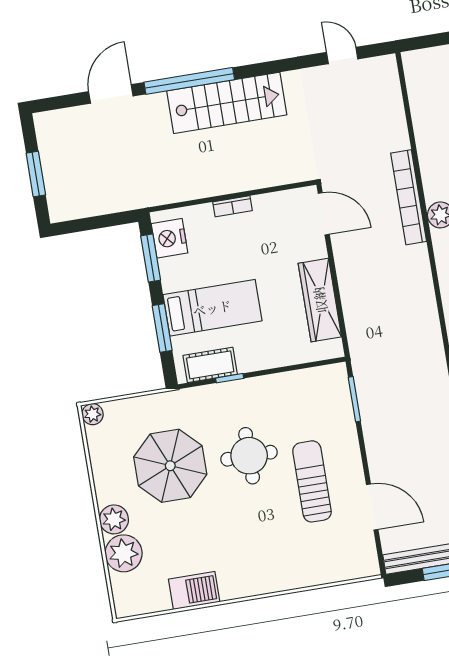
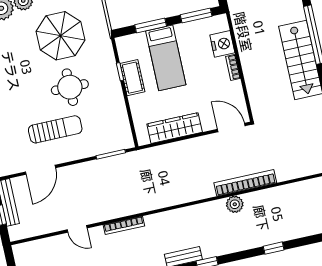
door: (324, 214) -> (231, 128), swing flipped
nightstand: (170, 238) -> (222, 44), moved, turned 90
cot: (210, 365) -> (132, 78), moved

